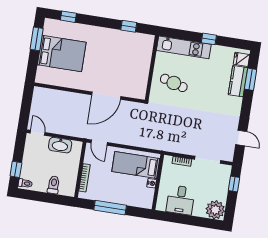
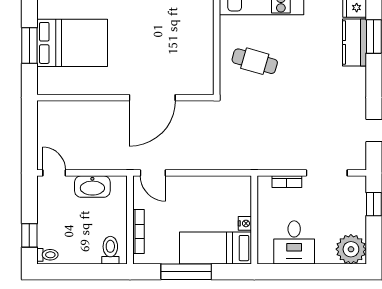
window: (37, 39) -> (29, 45), moved
bed: (136, 165) -> (216, 248), moved
toilet: (54, 185) -> (110, 250), moved

